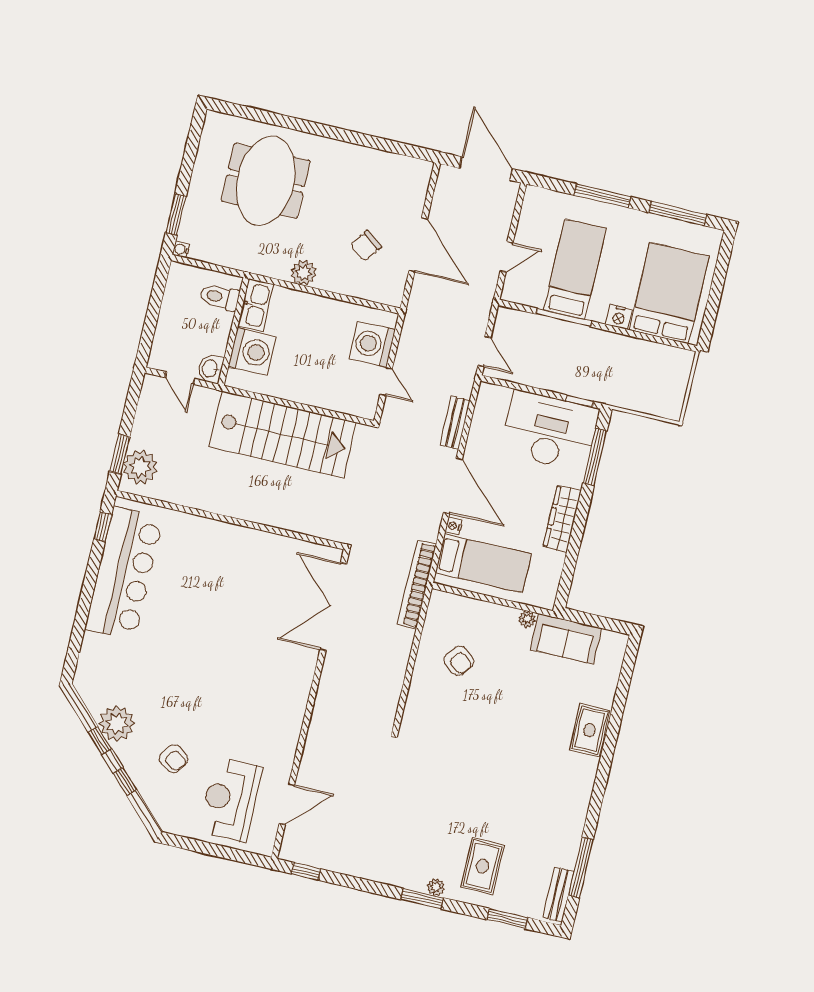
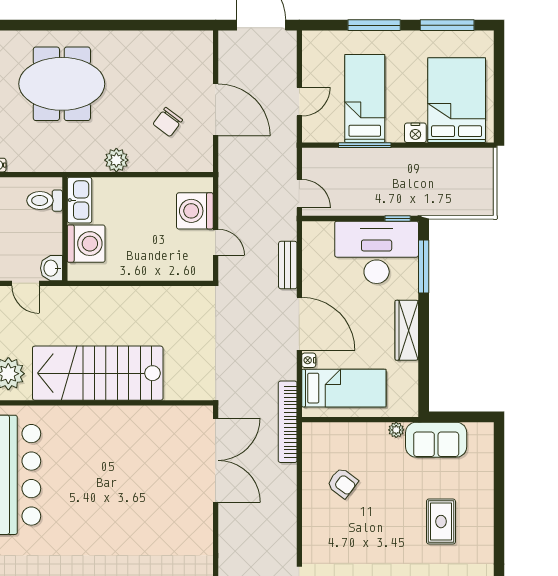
meeting table: (266, 181) -> (62, 84), turned 90
stairs: (283, 435) -> (98, 373), moved, turned 180
double door: (333, 607) -> (216, 460), swing flipped
rug: (590, 730) -> (441, 522), moved

